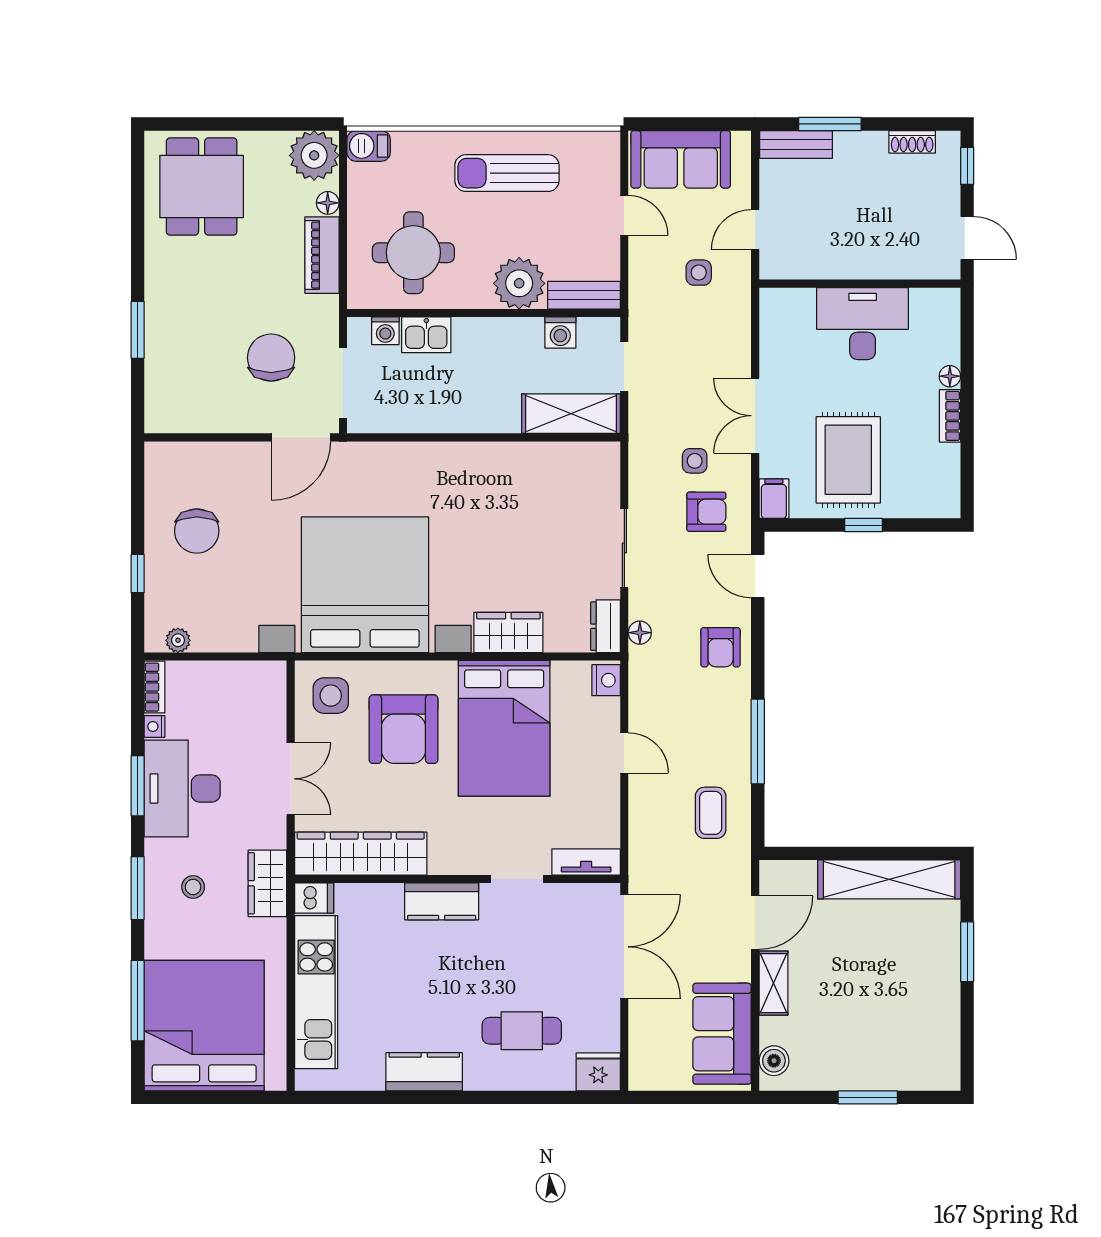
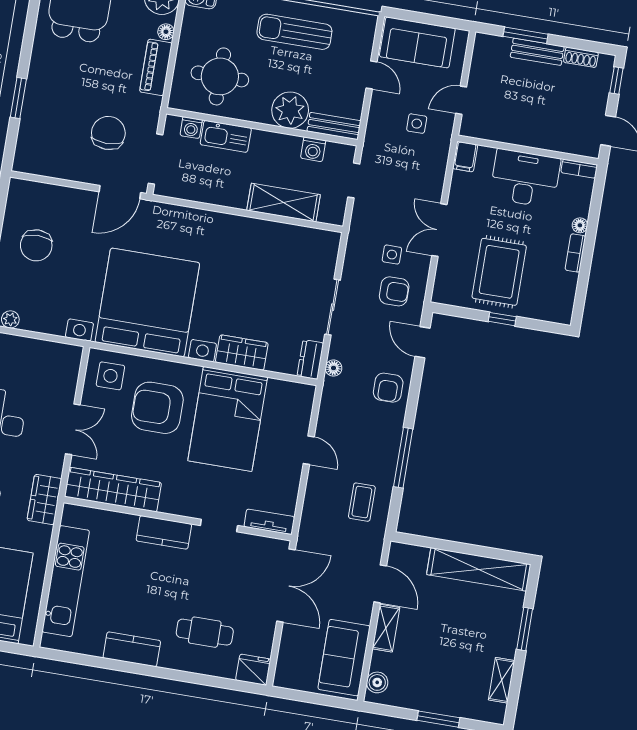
bench: (796, 144) -> (537, 52), moved
bookcase: (936, 297) -> (579, 169), added
kitchen sink: (426, 335) -> (226, 136), width x1.38
shelving: (571, 414) -> (284, 203), moved
filing cabinet: (774, 499) -> (465, 157), moved, turned 180
nightstand: (606, 680) -> (304, 397), removed
armchair: (404, 729) -> (157, 408), turned 90
dishwasher: (314, 898) -> (75, 515), removed
door: (755, 923) -> (380, 584), hinge flipped
shelving: (947, 1029) -> (502, 680), added

